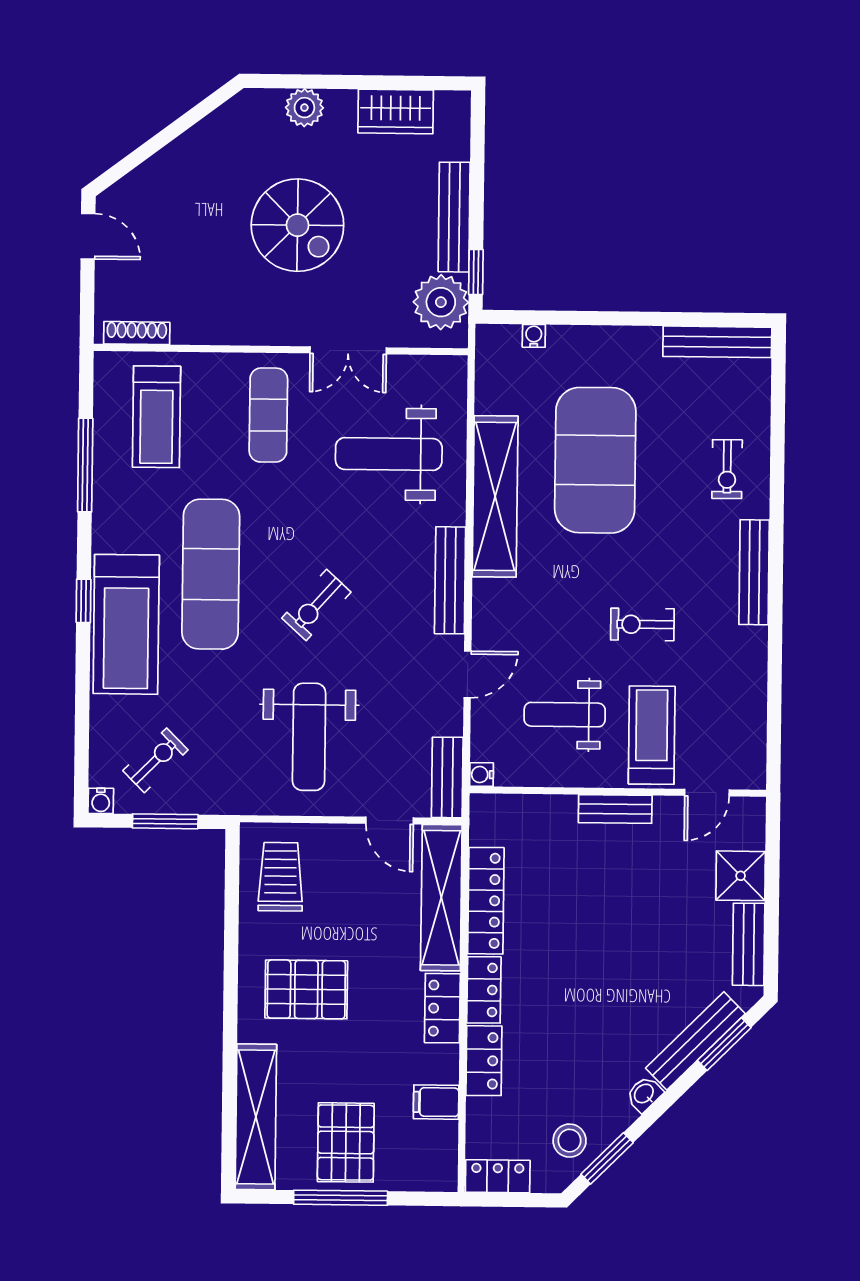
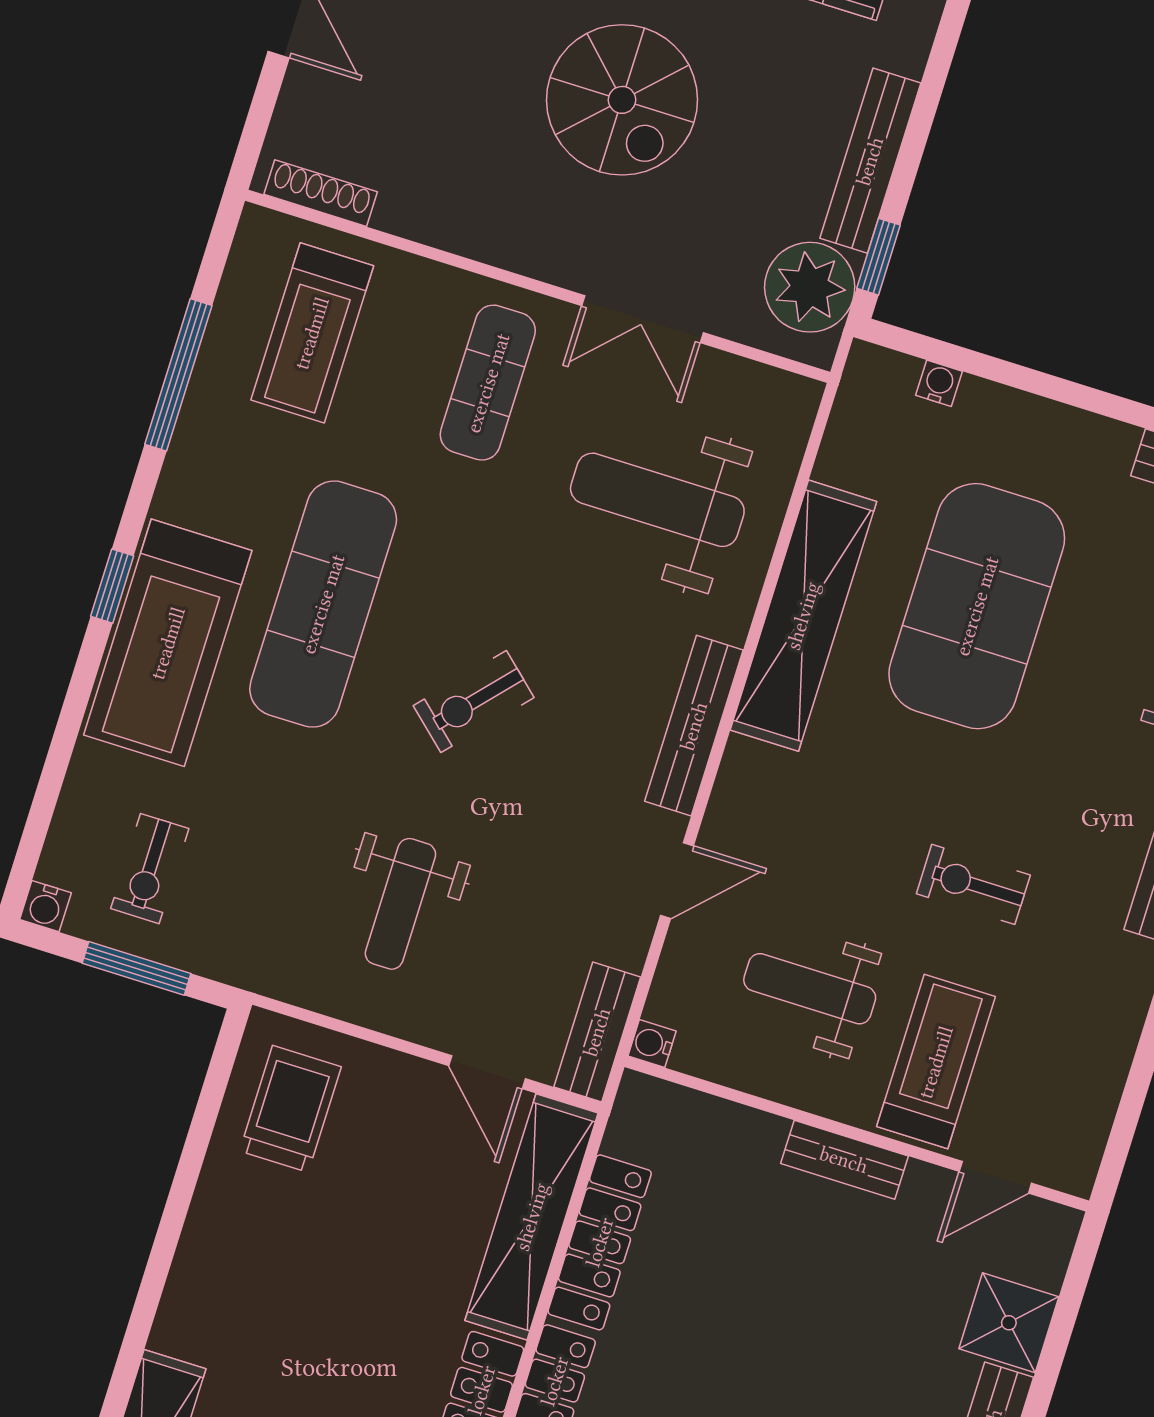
weight bench: (309, 737) -> (400, 904), width x0.73, depth x0.75
exercise bike: (155, 760) -> (150, 869), turned 135
pallet: (306, 989) -> (278, 1297), removed

